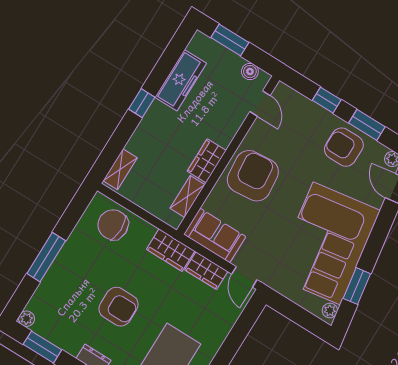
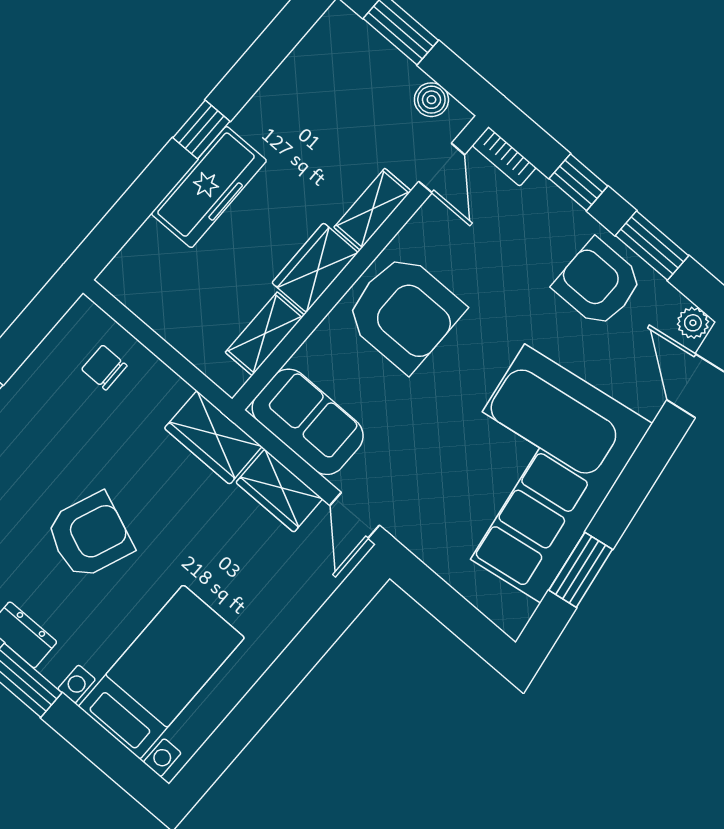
freezer: (181, 80) -> (209, 187), moved
bookcase: (289, 93) -> (504, 156), added
shelving: (120, 169) -> (373, 209), moved
armchair: (253, 176) -> (404, 312), turned 95
chair: (113, 225) -> (104, 368), width x0.54, depth x0.54
armchair: (119, 307) -> (90, 536), turned -68
plant: (330, 310) -> (518, 611), removed

